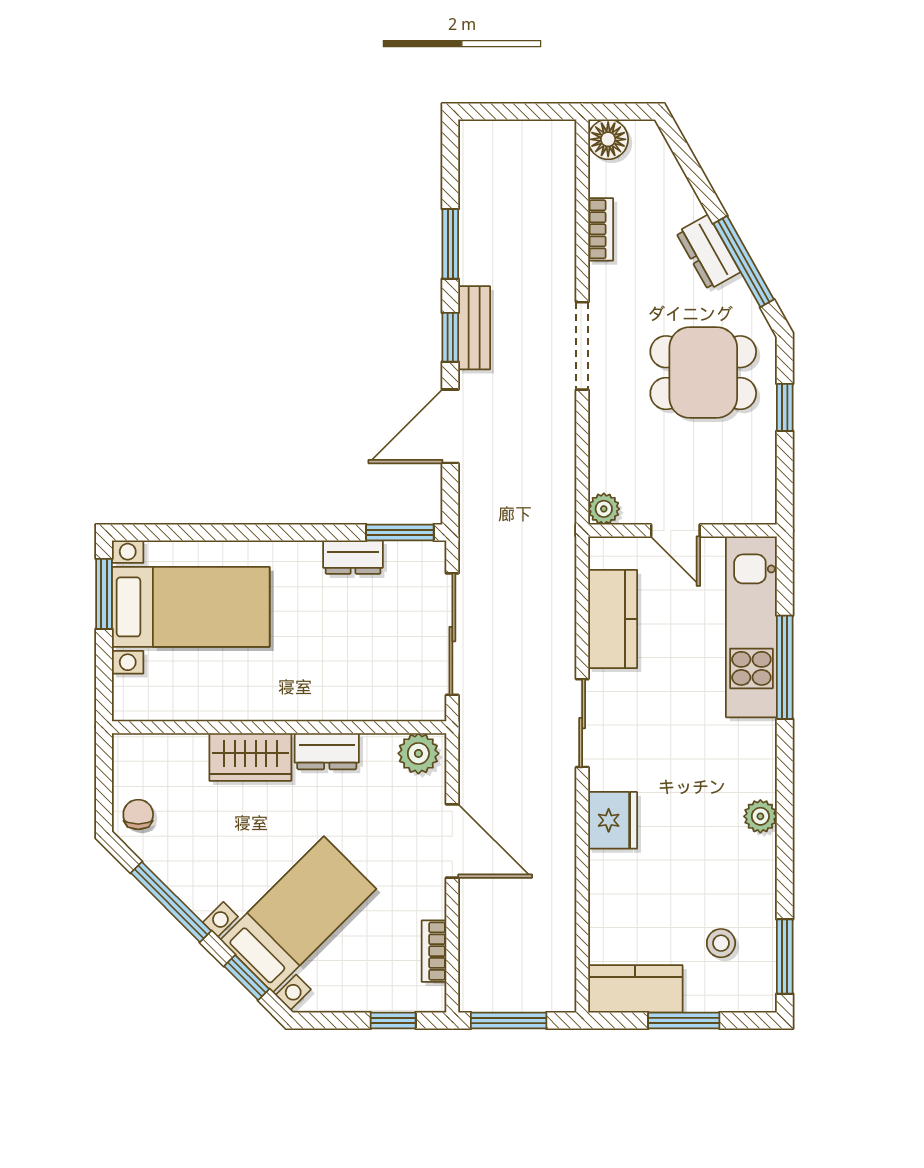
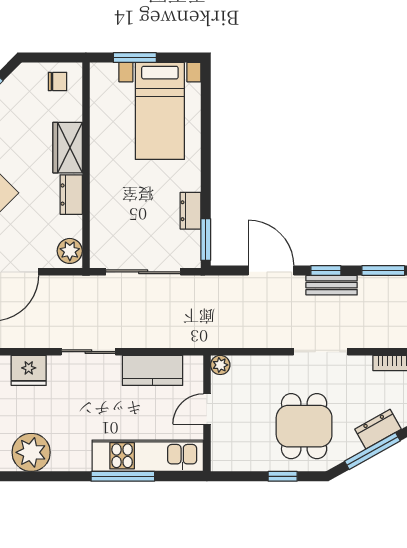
window: (104, 594) -> (135, 58), moved
chair: (138, 814) -> (58, 82), moved
plant: (760, 816) -> (31, 452), width x1.87, depth x1.87

